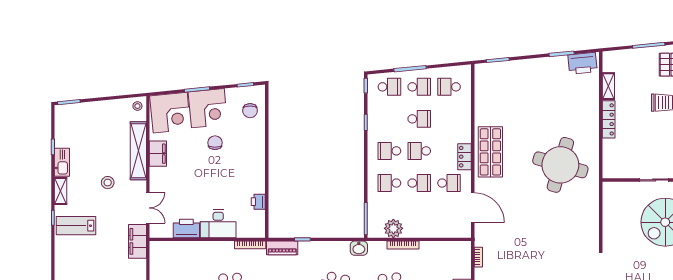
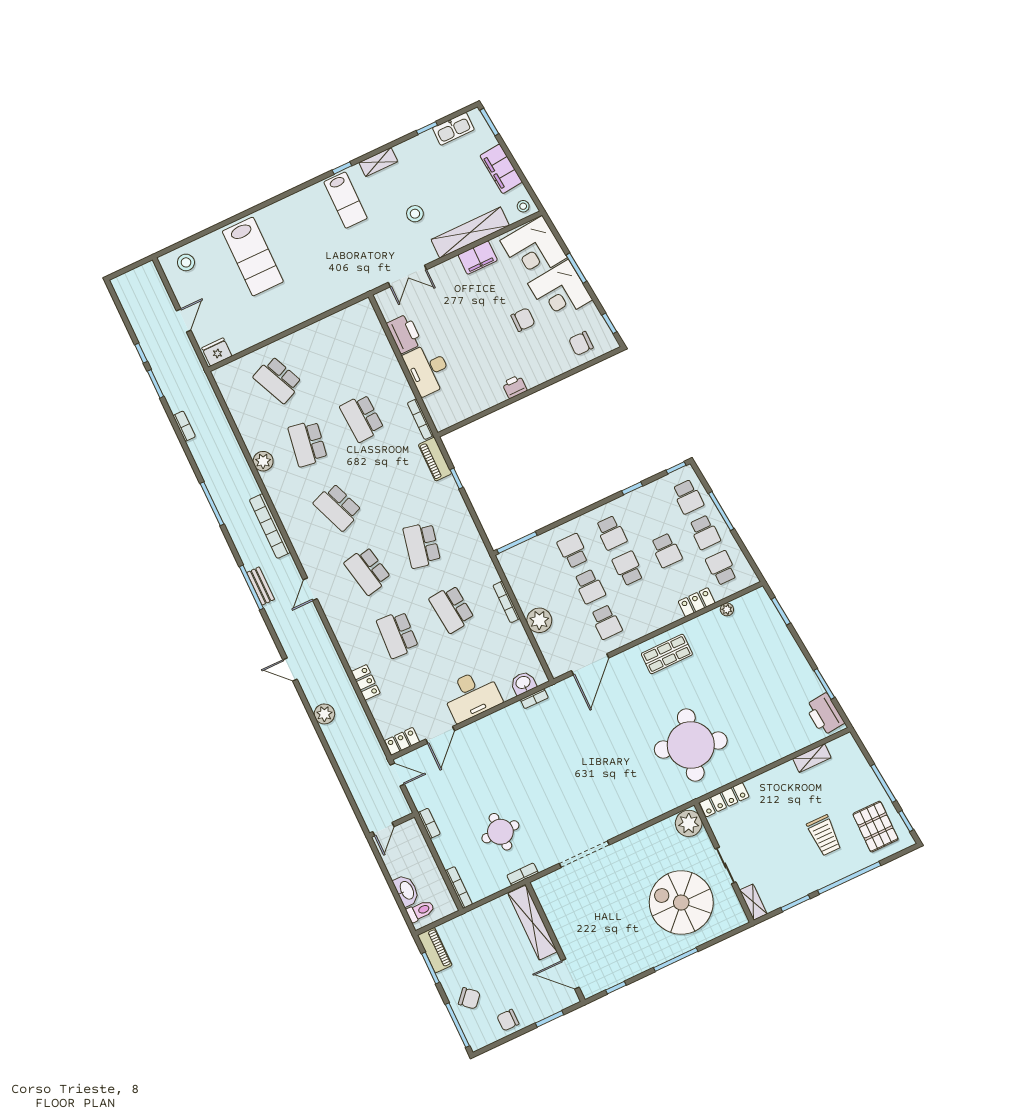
plant: (479, 96) -> (727, 609), added
locker: (609, 119) -> (724, 800), moved
school desk: (389, 151) -> (611, 533), turned 180
shop shelf: (490, 152) -> (667, 654), width x0.70, depth x0.74
locker: (464, 157) -> (697, 602), moved
kitchen sink: (62, 162) -> (453, 129), moved
plant: (613, 192) -> (689, 823), added
printer: (258, 202) -> (515, 387), moved
lab bench: (76, 226) -> (346, 200), turned 180
plant: (393, 228) -> (539, 620), moved
filing cabinet: (138, 241) -> (501, 169), moved, turned -96
washbasin: (359, 248) -> (523, 683), moved, turned 90

